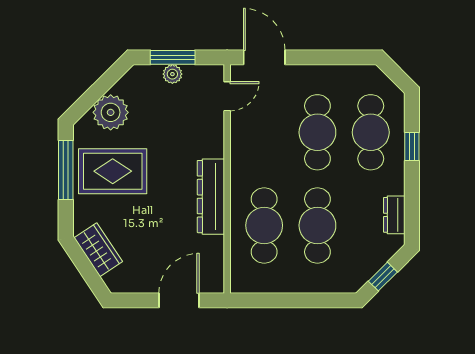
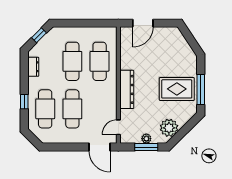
plant: (111, 112) -> (169, 128), moved
dresser: (211, 197) -> (127, 89), moved
wardrobe: (98, 250) -> (184, 49), removed

